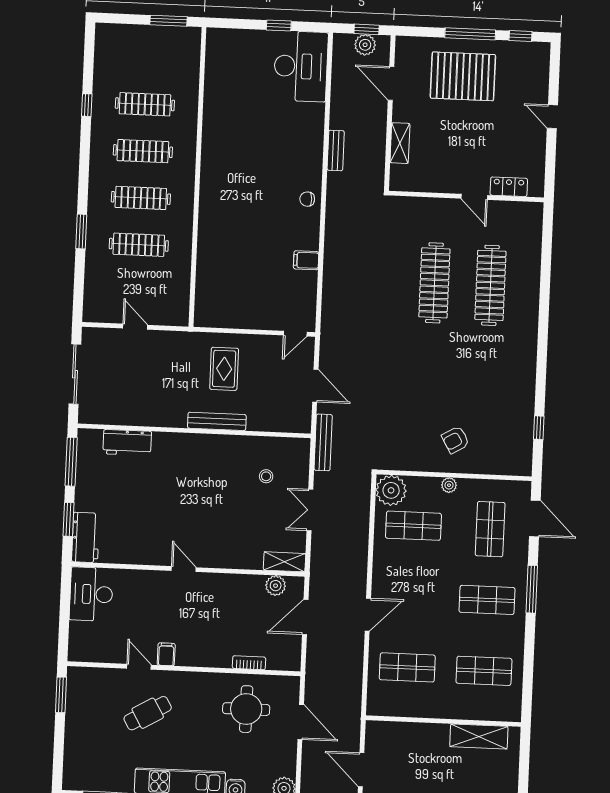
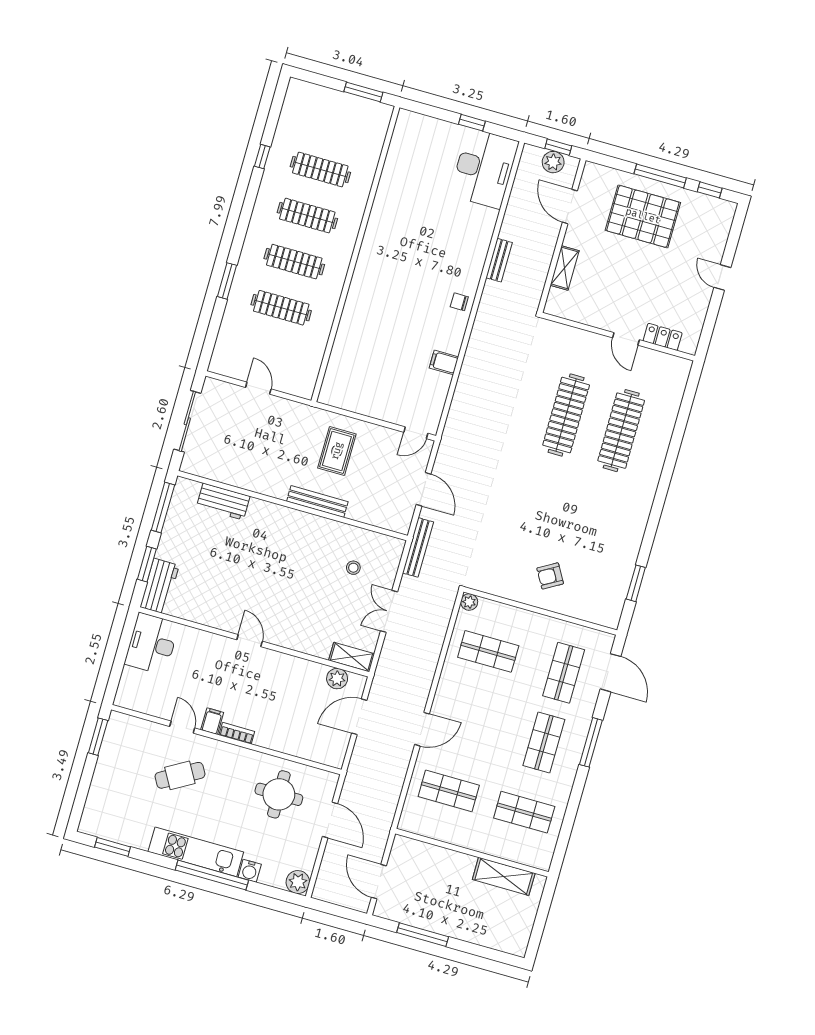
window: (539, 428) -> (636, 583), width x1.50
plant: (449, 485) -> (533, 619), removed
plant: (391, 490) -> (469, 602), width x0.53, depth x0.53
shop shelf: (487, 600) -> (544, 742), turned 90
bookcase: (249, 663) -> (237, 733), moved

